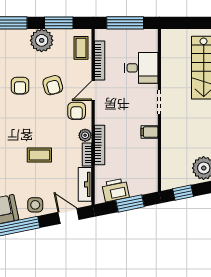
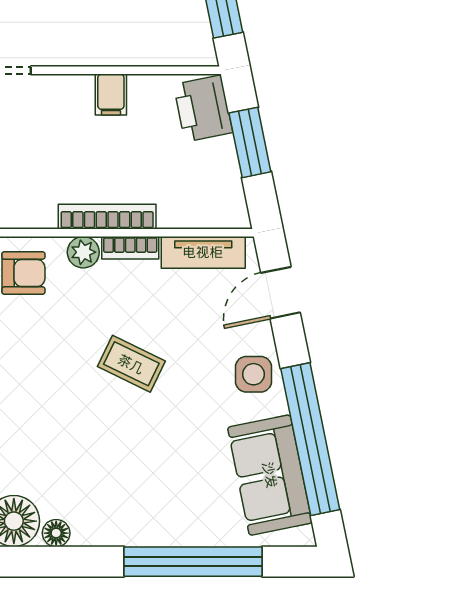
filing cabinet: (150, 132) -> (111, 95), moved
coffee table: (39, 155) -> (131, 364), turned -64
printer: (115, 190) -> (203, 108), moved

